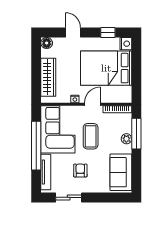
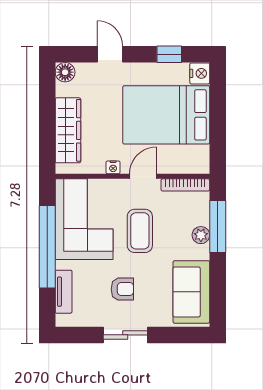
armchair: (80, 170) -> (122, 289), turned 90
tv unit: (46, 172) -> (64, 292), width x0.71
sliding door: (69, 197) -> (125, 335), moved

